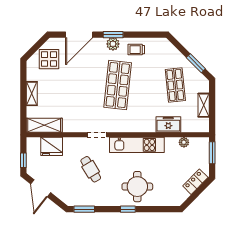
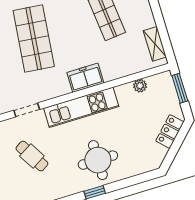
shelving: (204, 105) -> (155, 44), moved
freezer: (168, 125) -> (85, 78), moved

